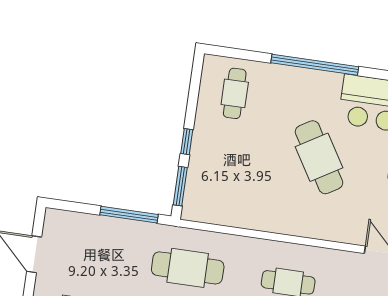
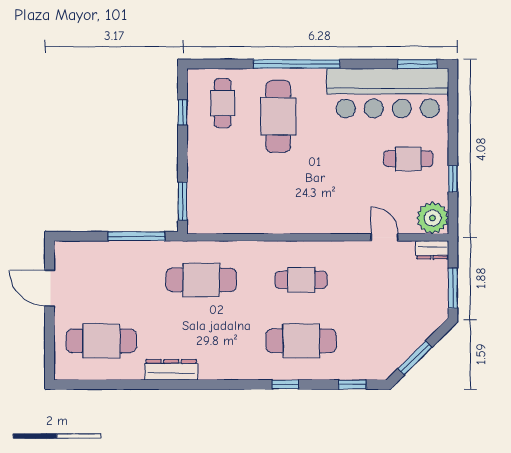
window: (187, 142) -> (183, 112), moved
cafe table: (319, 157) -> (278, 116), moved, turned 31

